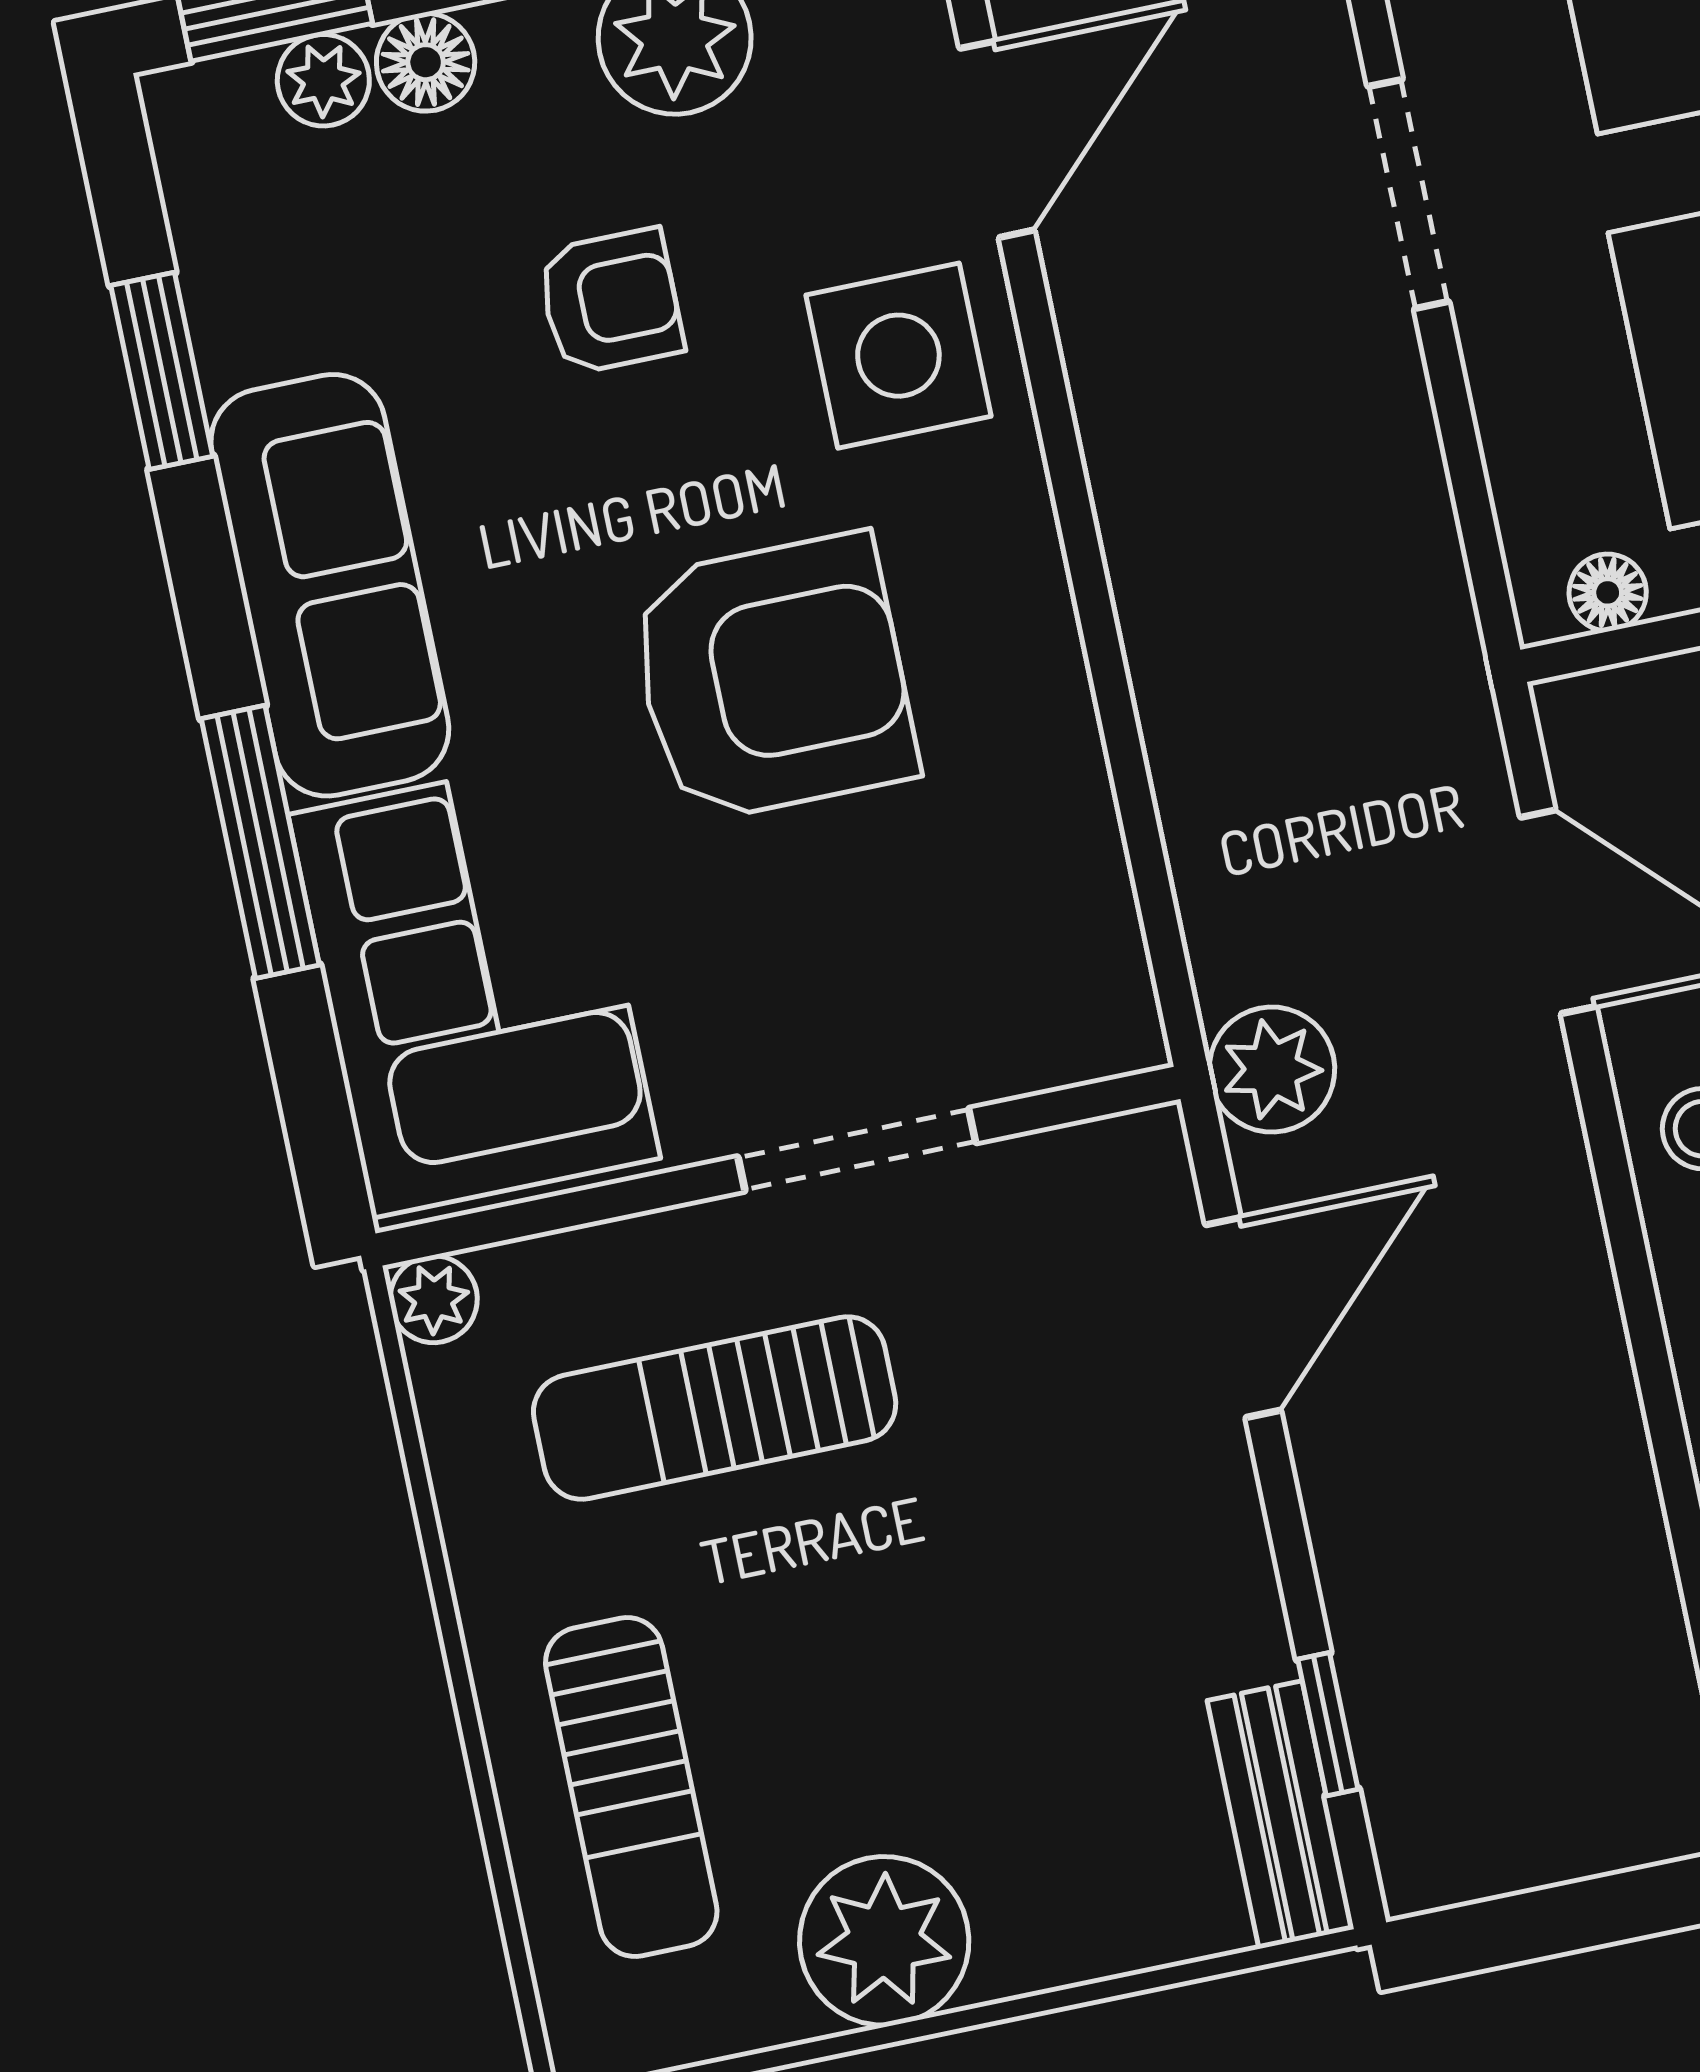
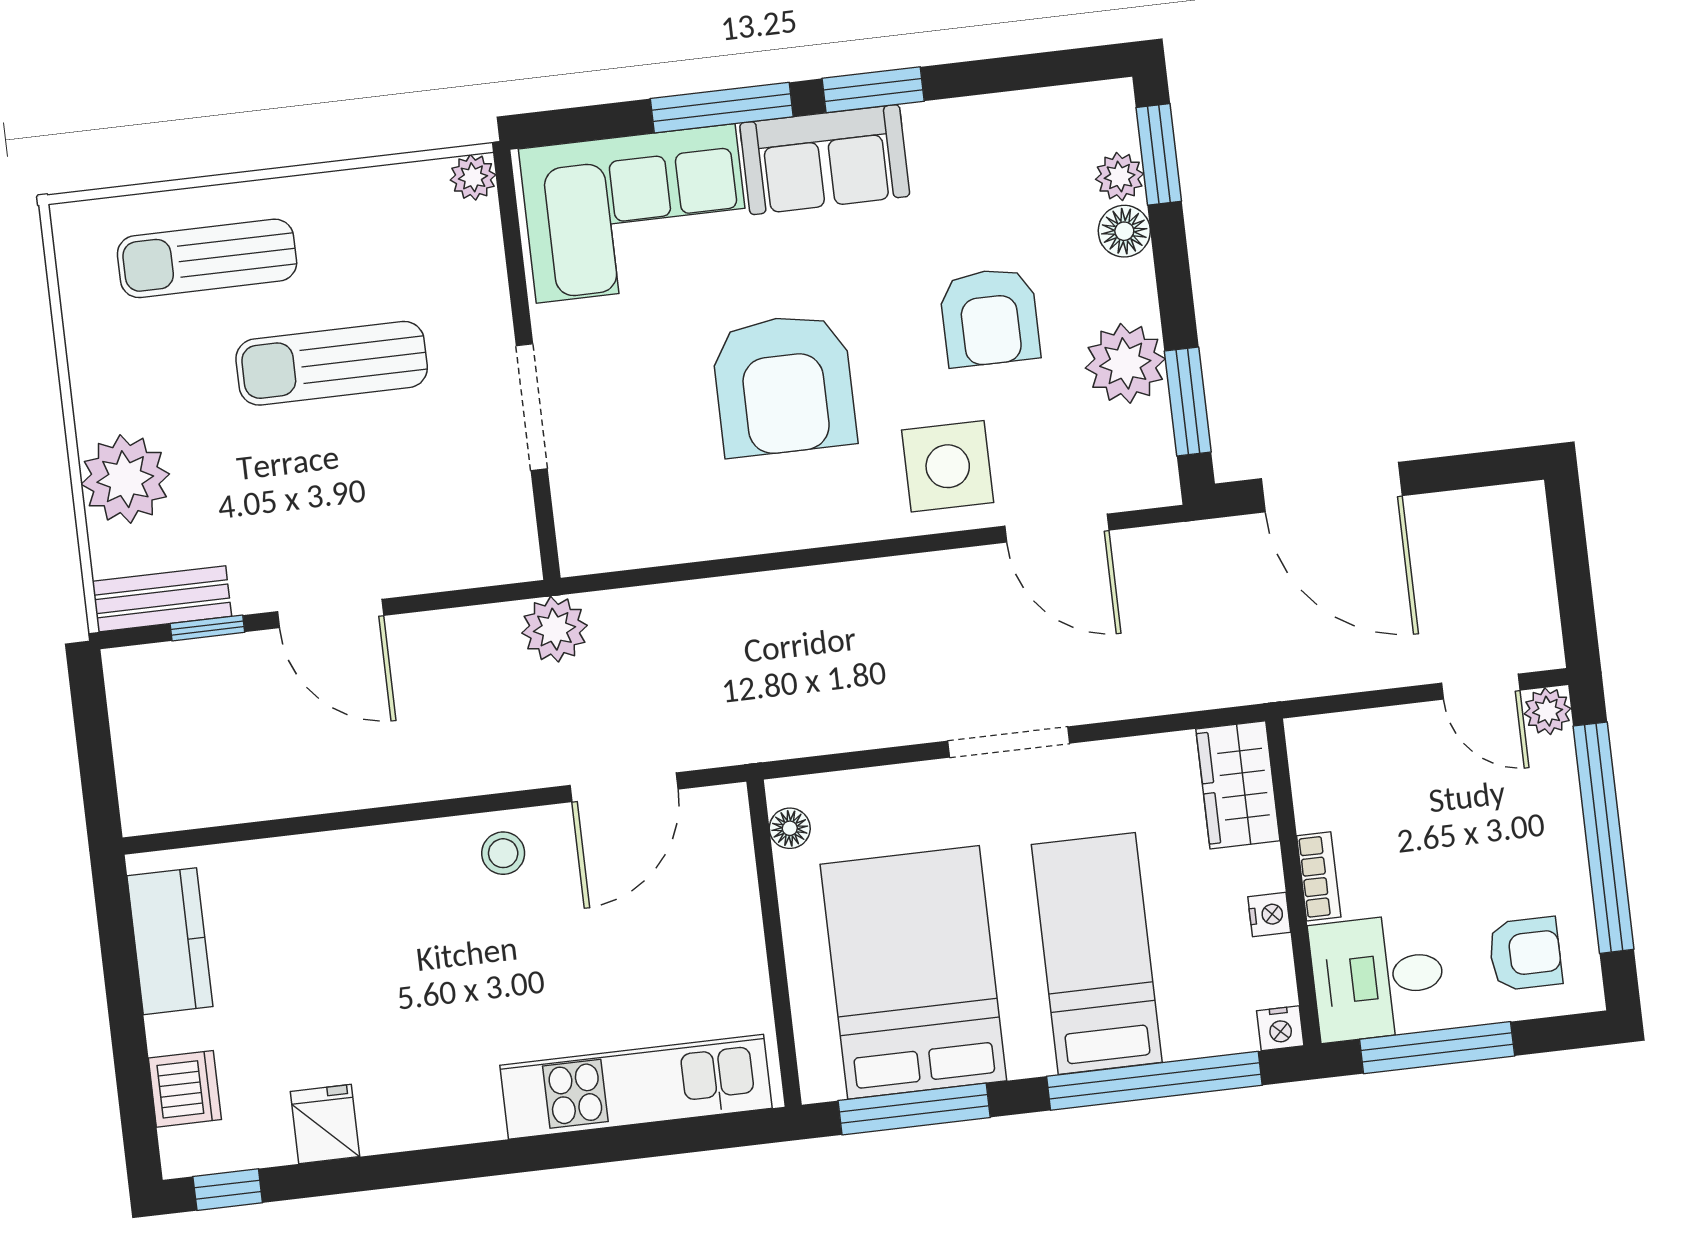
armchair: (610, 301) -> (990, 317), width x1.38, depth x1.38
window: (162, 371) -> (873, 90), moved
sofa: (330, 585) -> (825, 160), width x0.73
door: (1243, 1317) -> (331, 613), moved
sun lounger: (715, 1408) -> (332, 363), moved, turned -90
plant: (884, 1941) -> (125, 479), moved

